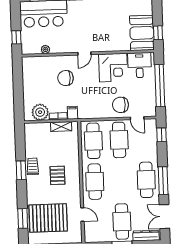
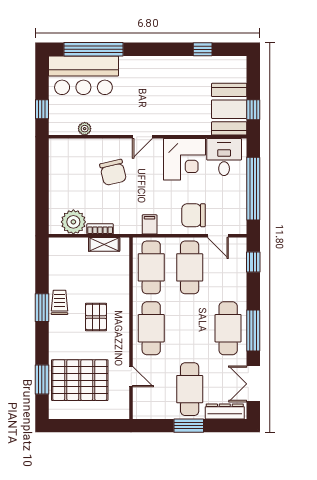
chair: (66, 78) -> (113, 172), turned -103
filing cabinet: (73, 113) -> (150, 224), moved

